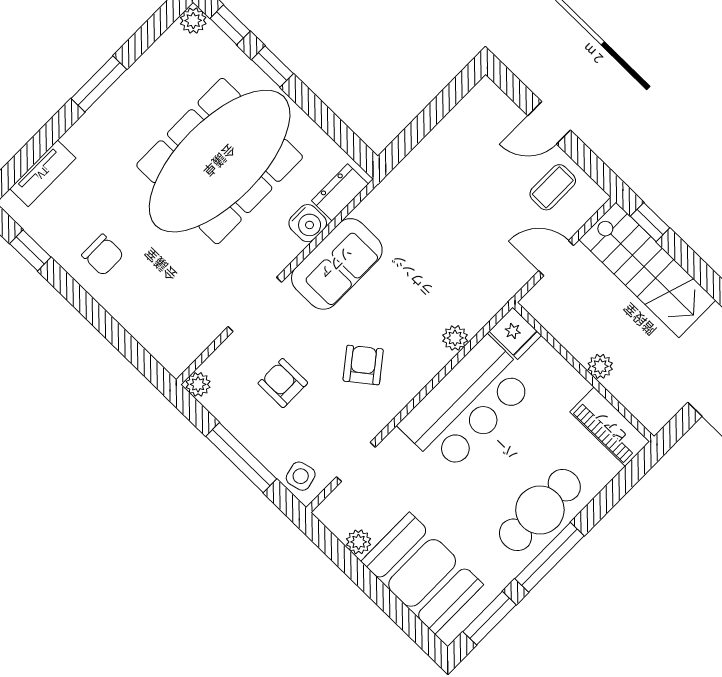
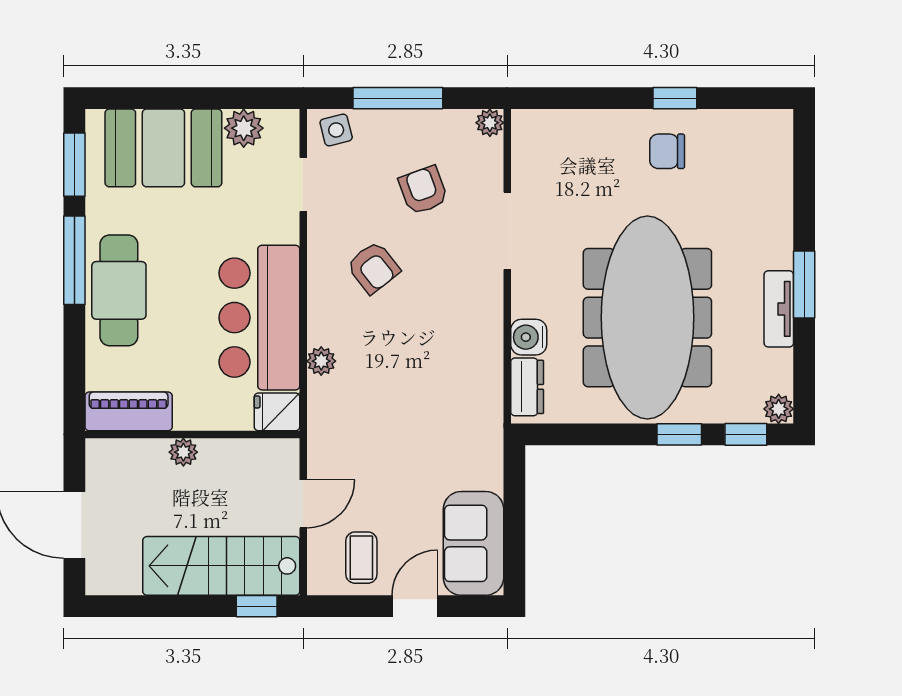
tv unit: (43, 173) -> (779, 309), moved
window: (30, 250) -> (675, 98), moved
sofa: (337, 264) -> (473, 543), moved
armchair: (283, 383) -> (423, 190), turned -110
plant: (359, 542) -> (244, 128), width x1.38, depth x1.38

